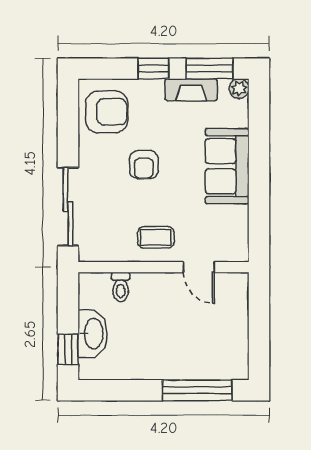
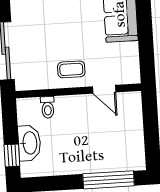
armchair: (144, 165) -> (59, 17), removed

